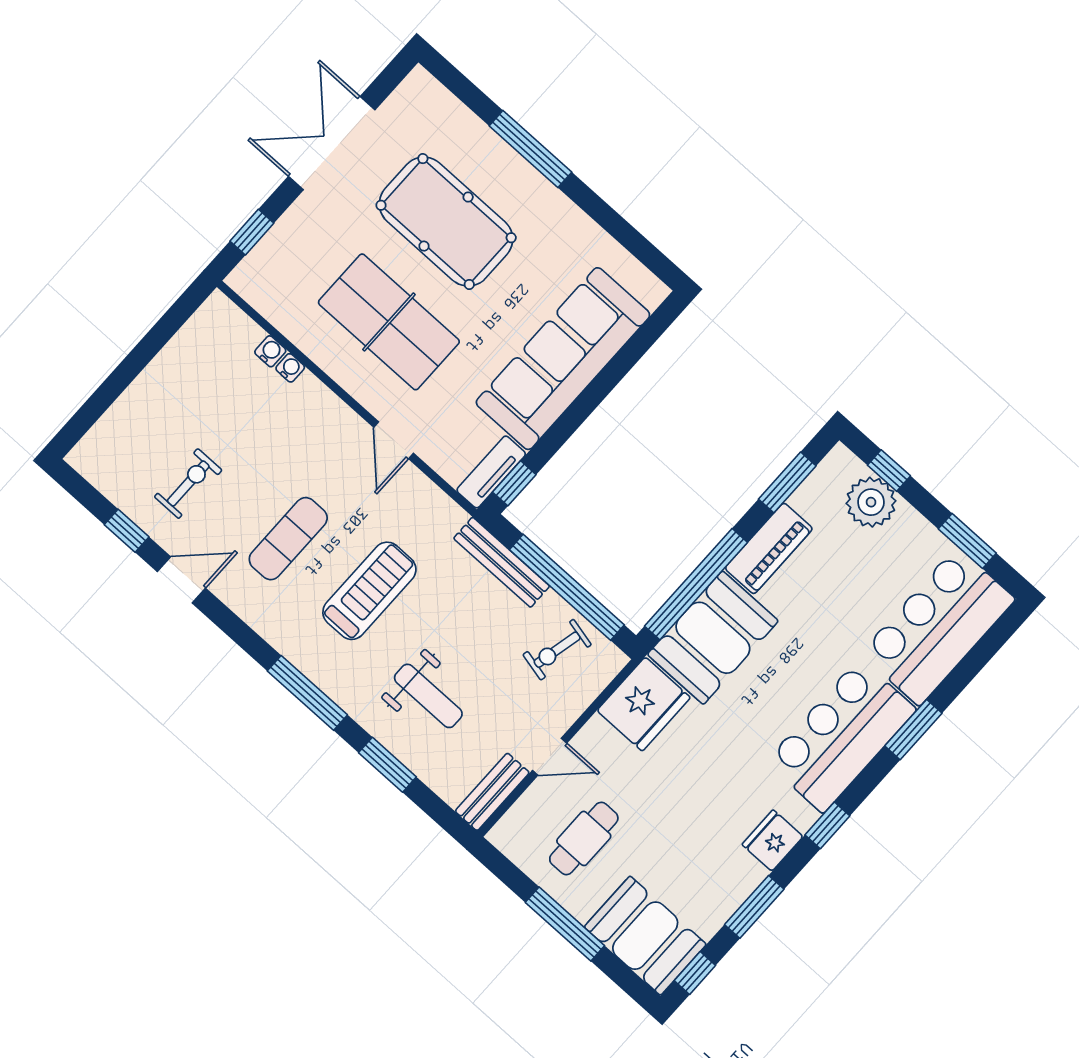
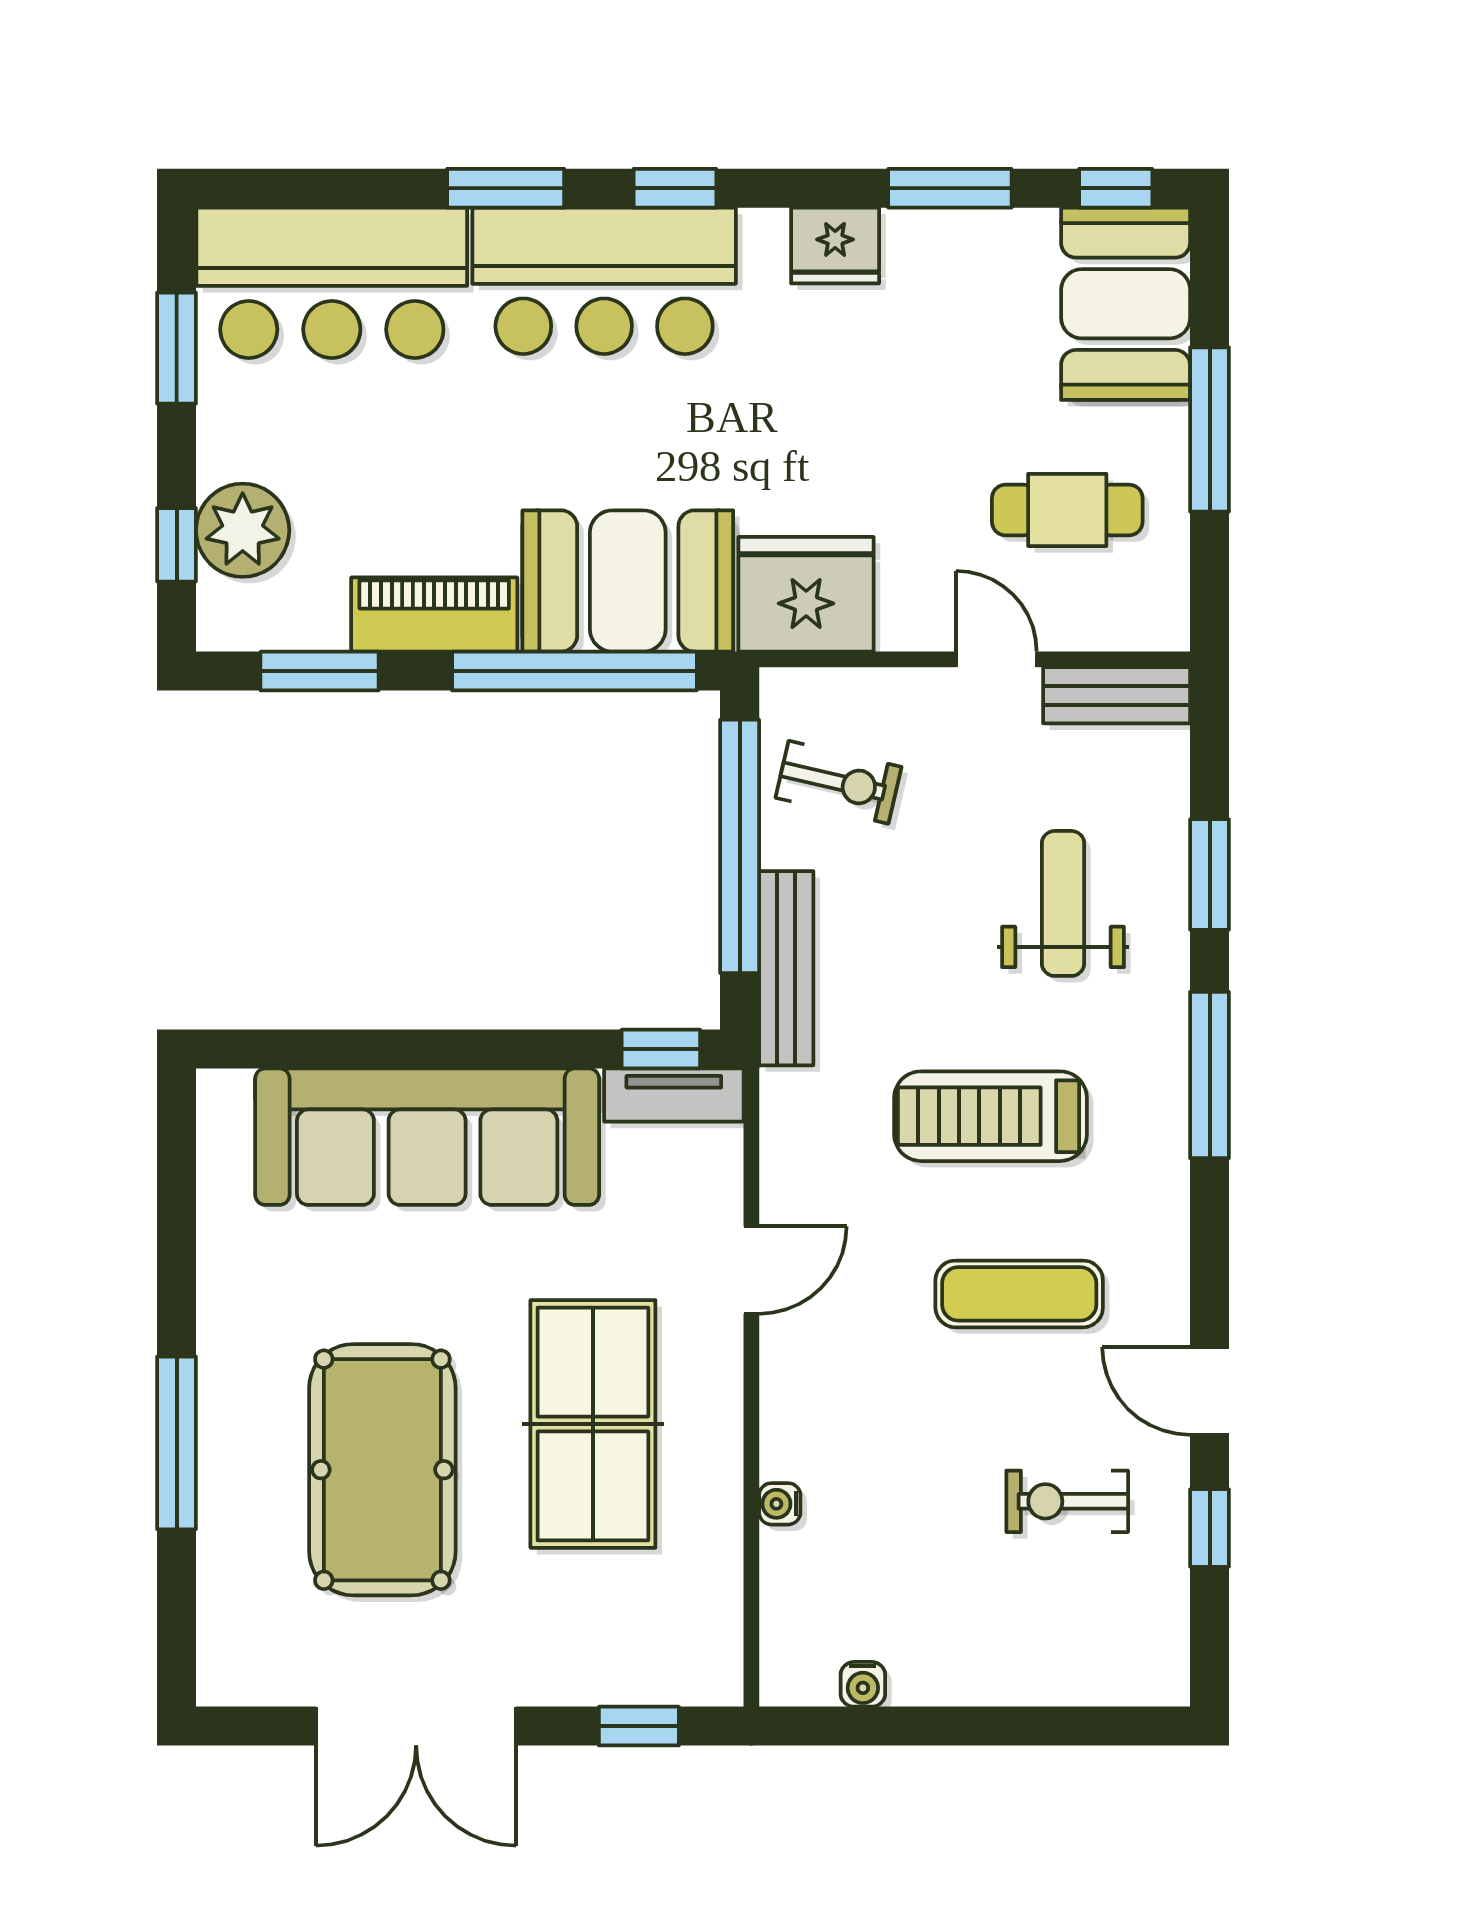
water cooler: (270, 351) -> (863, 1684), moved, turned -90
window: (827, 825) -> (675, 188), moved

